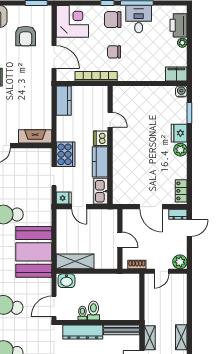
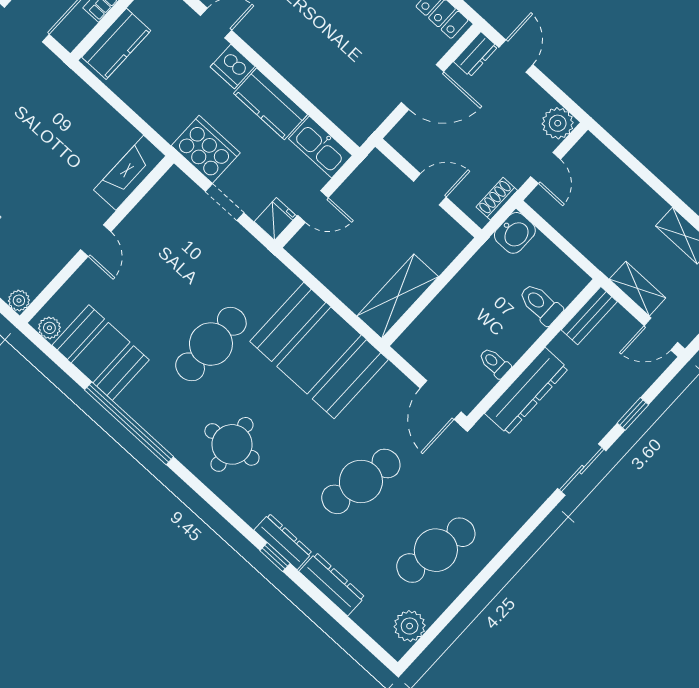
kitchen counter: (64, 101) -> (116, 44), moved, turned 90
washbasin: (67, 281) -> (515, 233), moved
toilet: (93, 310) -> (540, 304), moved
bench: (122, 330) -> (589, 316), width x0.73

